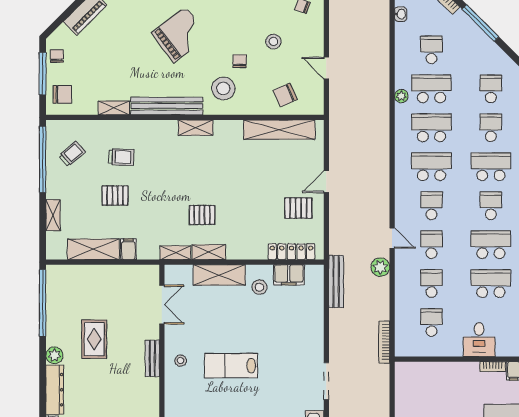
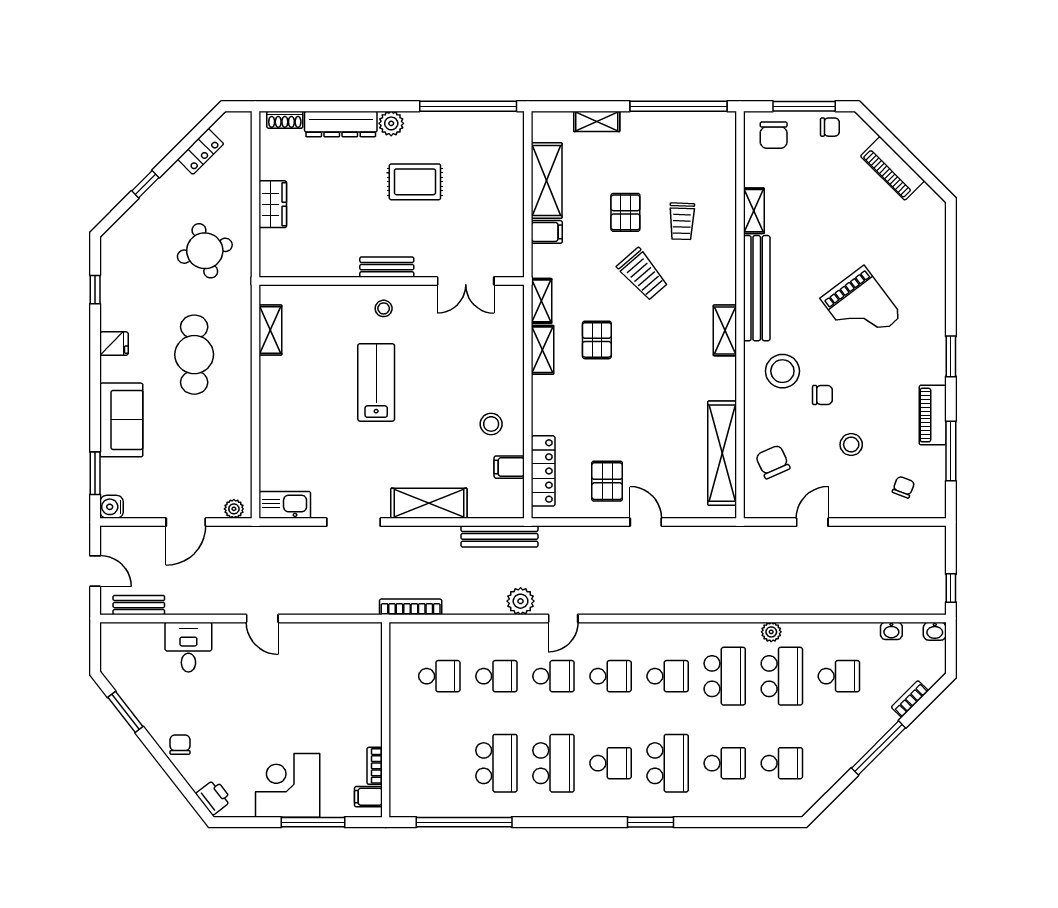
trolley: (72, 154) -> (643, 274), moved, width x1.36, depth x1.39
school desk: (431, 167) -> (668, 676), width x0.54
shelving: (219, 275) -> (429, 503), moved, turned 90
filing cabinet: (289, 275) -> (509, 467), width x0.50
desk: (479, 340) -> (414, 746), removed

